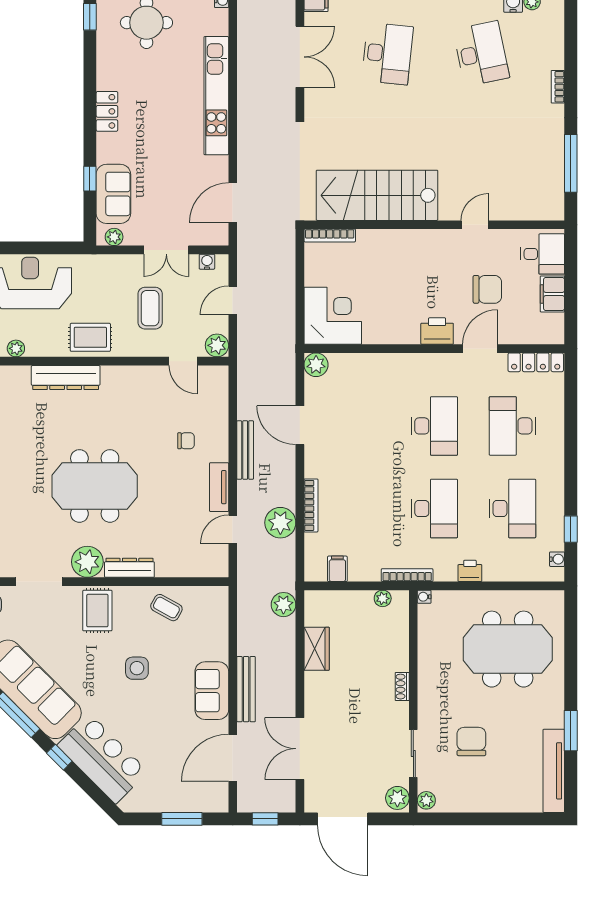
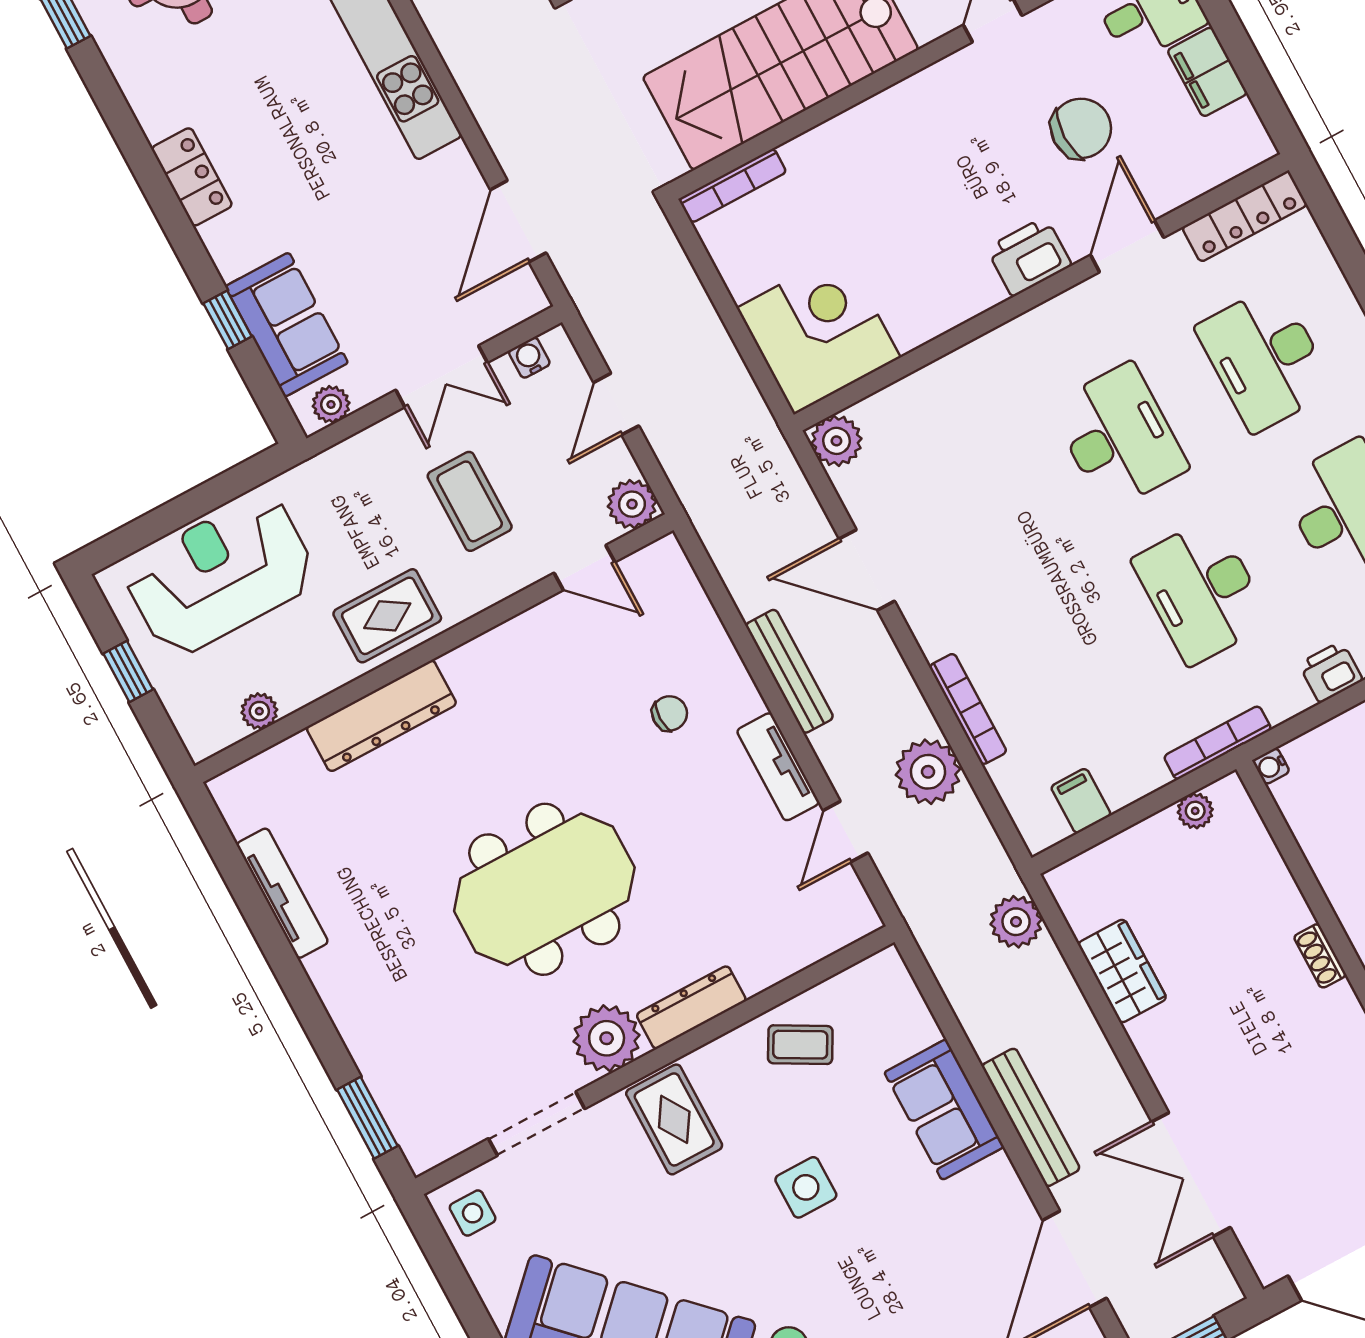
desk: (434, 508) -> (1202, 591), turned 180
sofa: (212, 691) -> (944, 1110), moved

